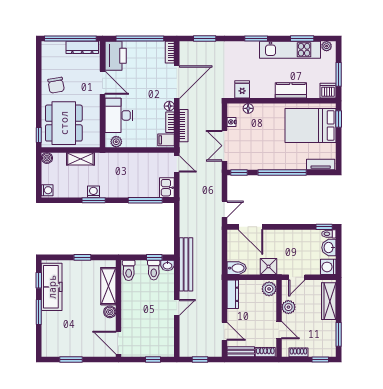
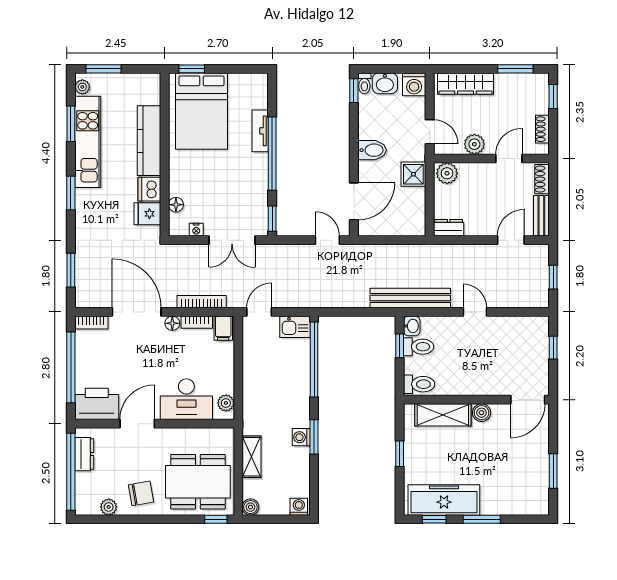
dresser: (82, 47) -> (84, 454), width x0.70
plant: (47, 64) -> (109, 507), added
window: (339, 74) -> (104, 69), moved
kitchen counter: (291, 90) -> (149, 141), width x1.50
dishwasher: (328, 91) -> (149, 189), moved
tv unit: (321, 164) -> (260, 131), moved
window: (145, 200) -> (314, 359), width x1.46
bidet: (237, 268) -> (372, 150), moved, turned 90
dresser: (233, 294) -> (449, 228), width x0.70

